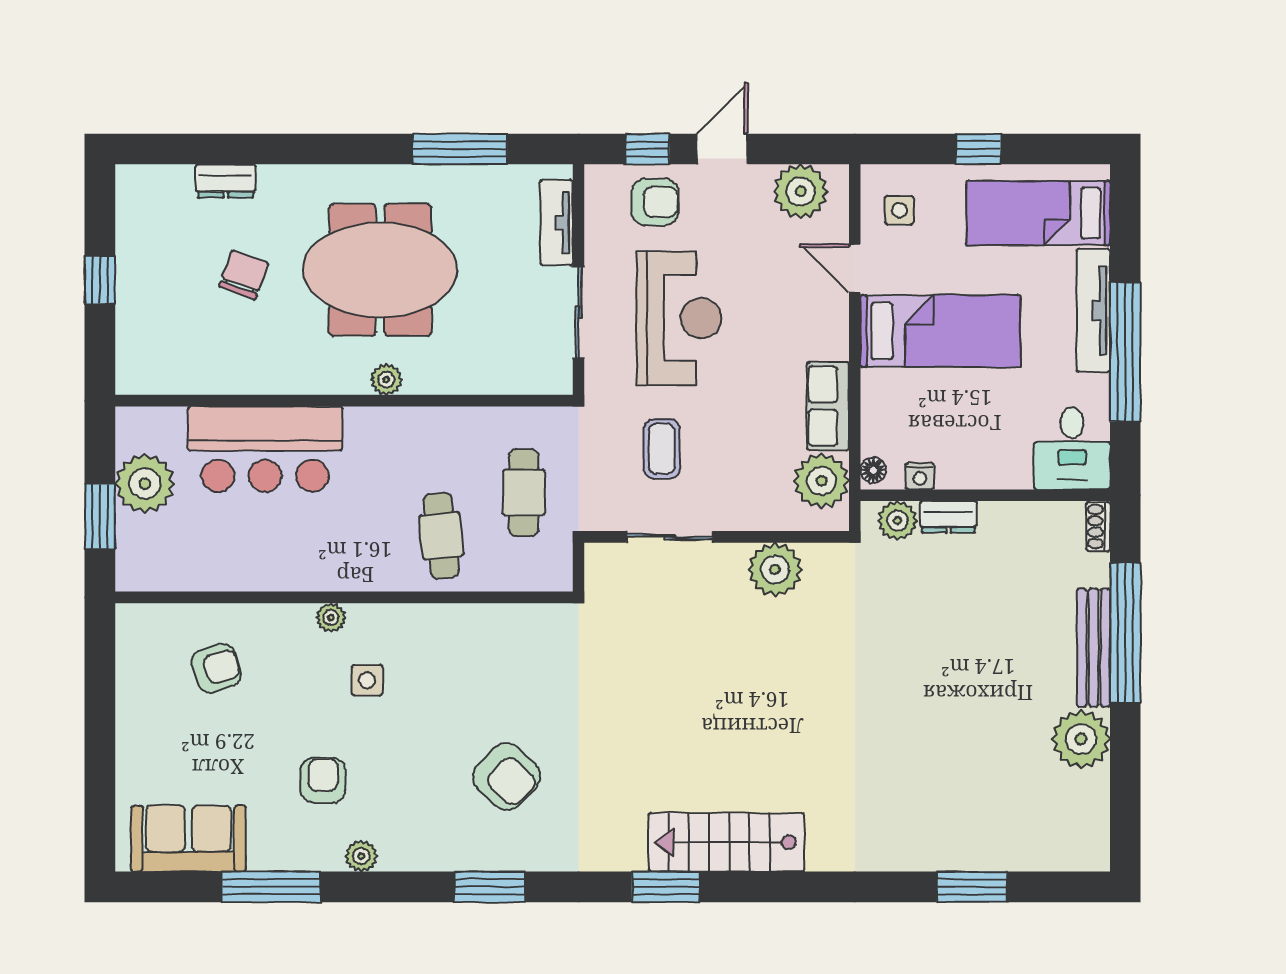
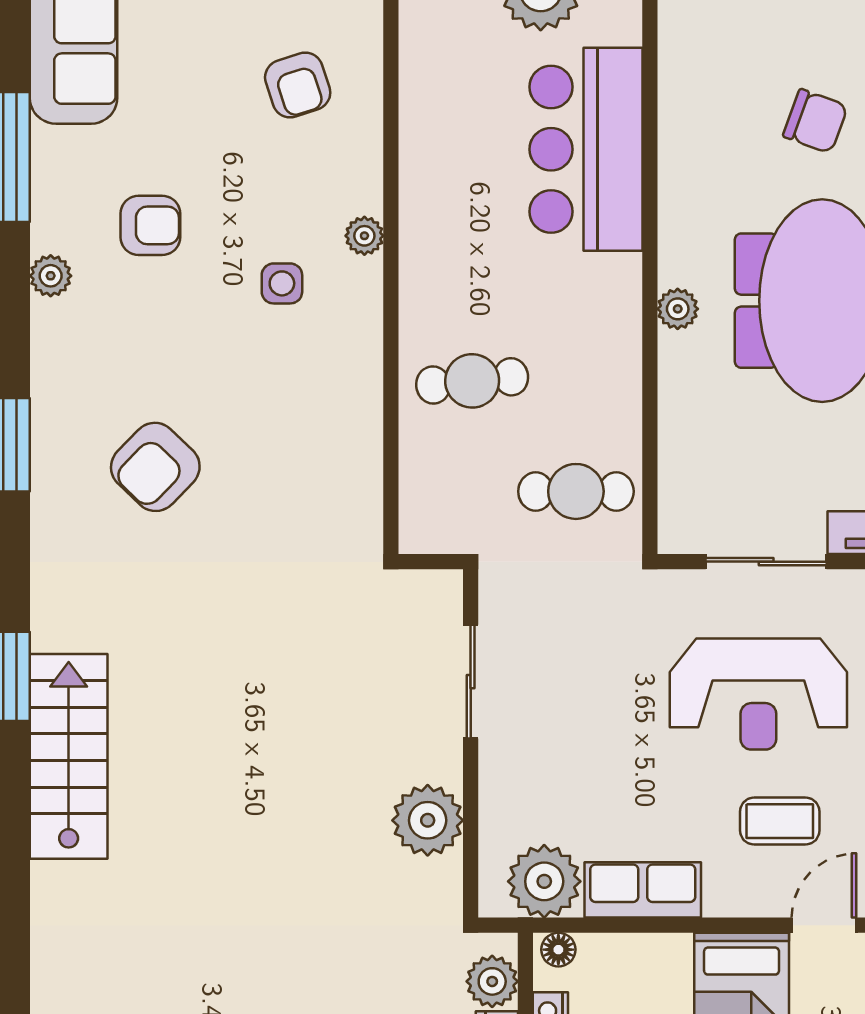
coffee table: (662, 449) -> (780, 821), moved
cafe table: (524, 493) -> (576, 491), moved

